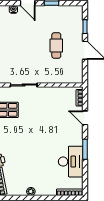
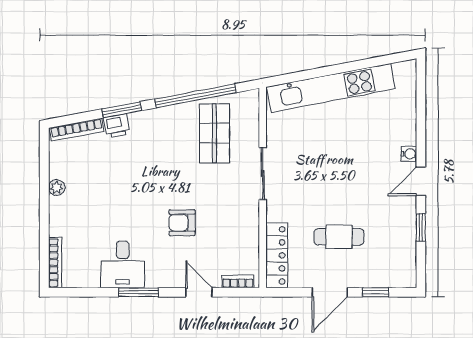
locker: (66, 78) -> (277, 255), added
door: (85, 118) -> (199, 292), hinge flipped
armchair: (49, 127) -> (182, 223), added
desk: (71, 162) -> (123, 264), width x0.73

